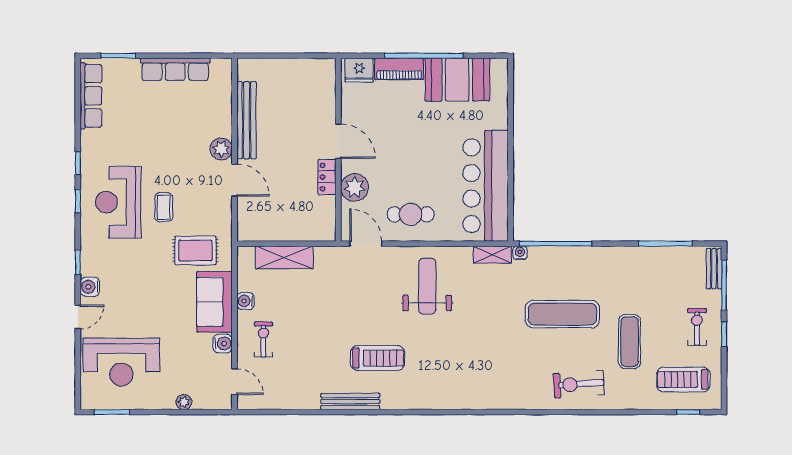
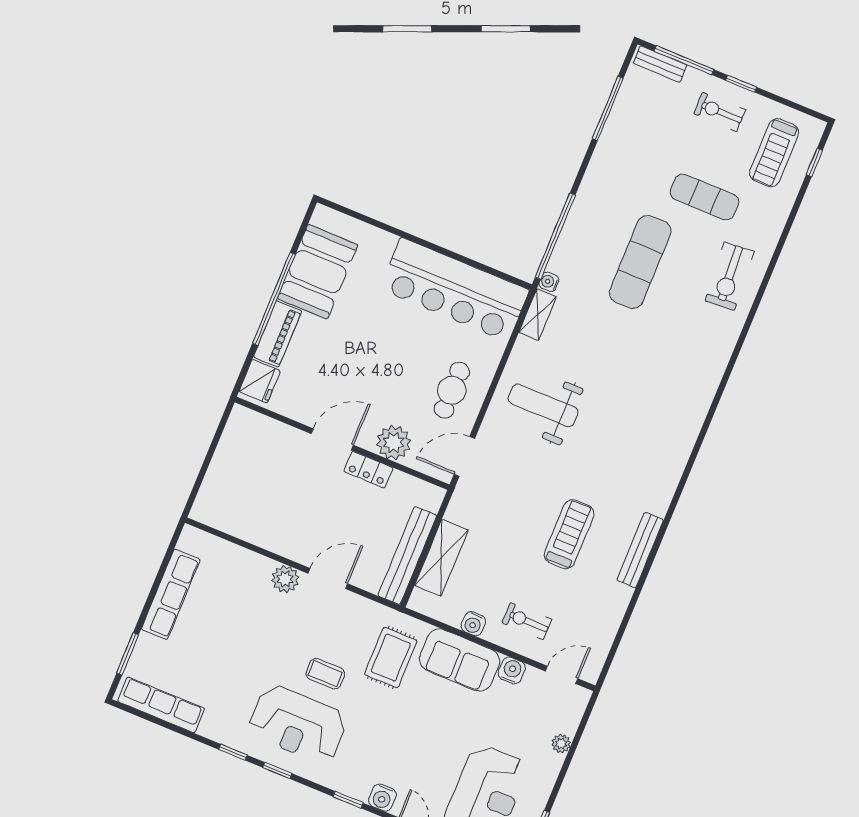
bench: (246, 120) -> (407, 556), moved, turned 90
treadmill: (378, 358) -> (569, 534), moved

